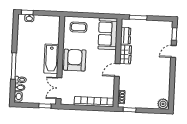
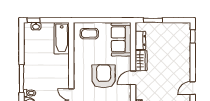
door: (174, 51) -> (193, 88), moved
bathtub: (51, 59) -> (62, 38), moved
armchair: (75, 60) -> (104, 76), moved

